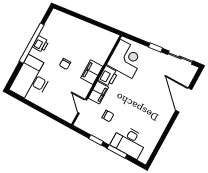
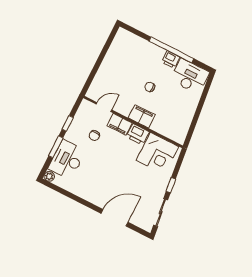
desk: (32, 79) -> (190, 76), moved, width x0.73, depth x0.77
plant: (144, 158) -> (49, 176), added

